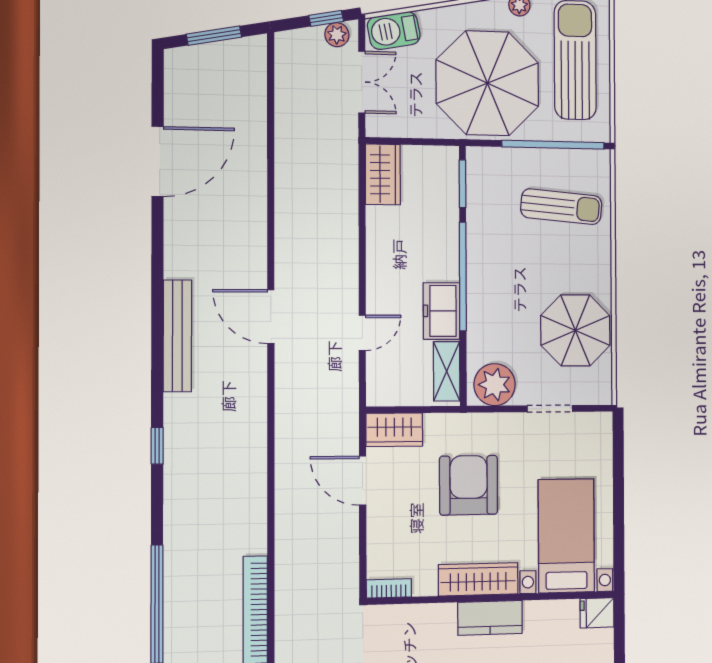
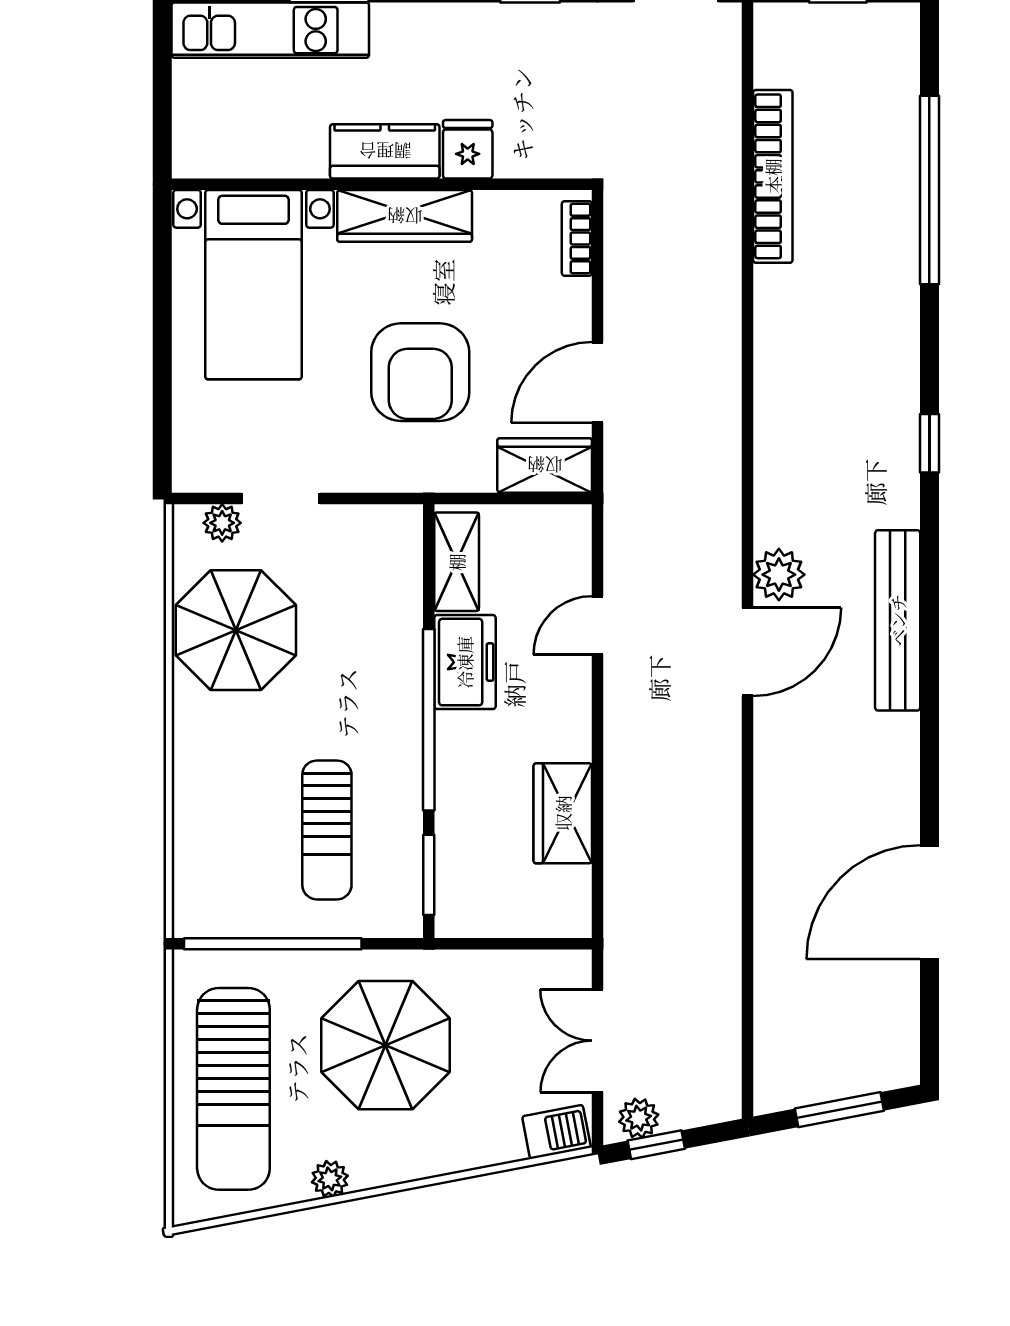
barbecue: (394, 31) -> (556, 1132), width x0.73, depth x0.79
parasol: (487, 83) -> (386, 1045), width x0.73, depth x0.73
wardrobe: (383, 174) -> (563, 813), moved
sun lounger: (561, 207) -> (327, 830), moved, turned -95
door: (271, 317) -> (748, 652), hinge flipped
plant: (251, 364) -> (779, 575), added
plant: (495, 385) -> (222, 523), moved, width x0.53, depth x0.53
door: (363, 481) -> (597, 383), swing flipped
bookcase: (389, 588) -> (577, 238), moved, turned 90
fridge: (597, 613) -> (468, 149), moved, turned -90

